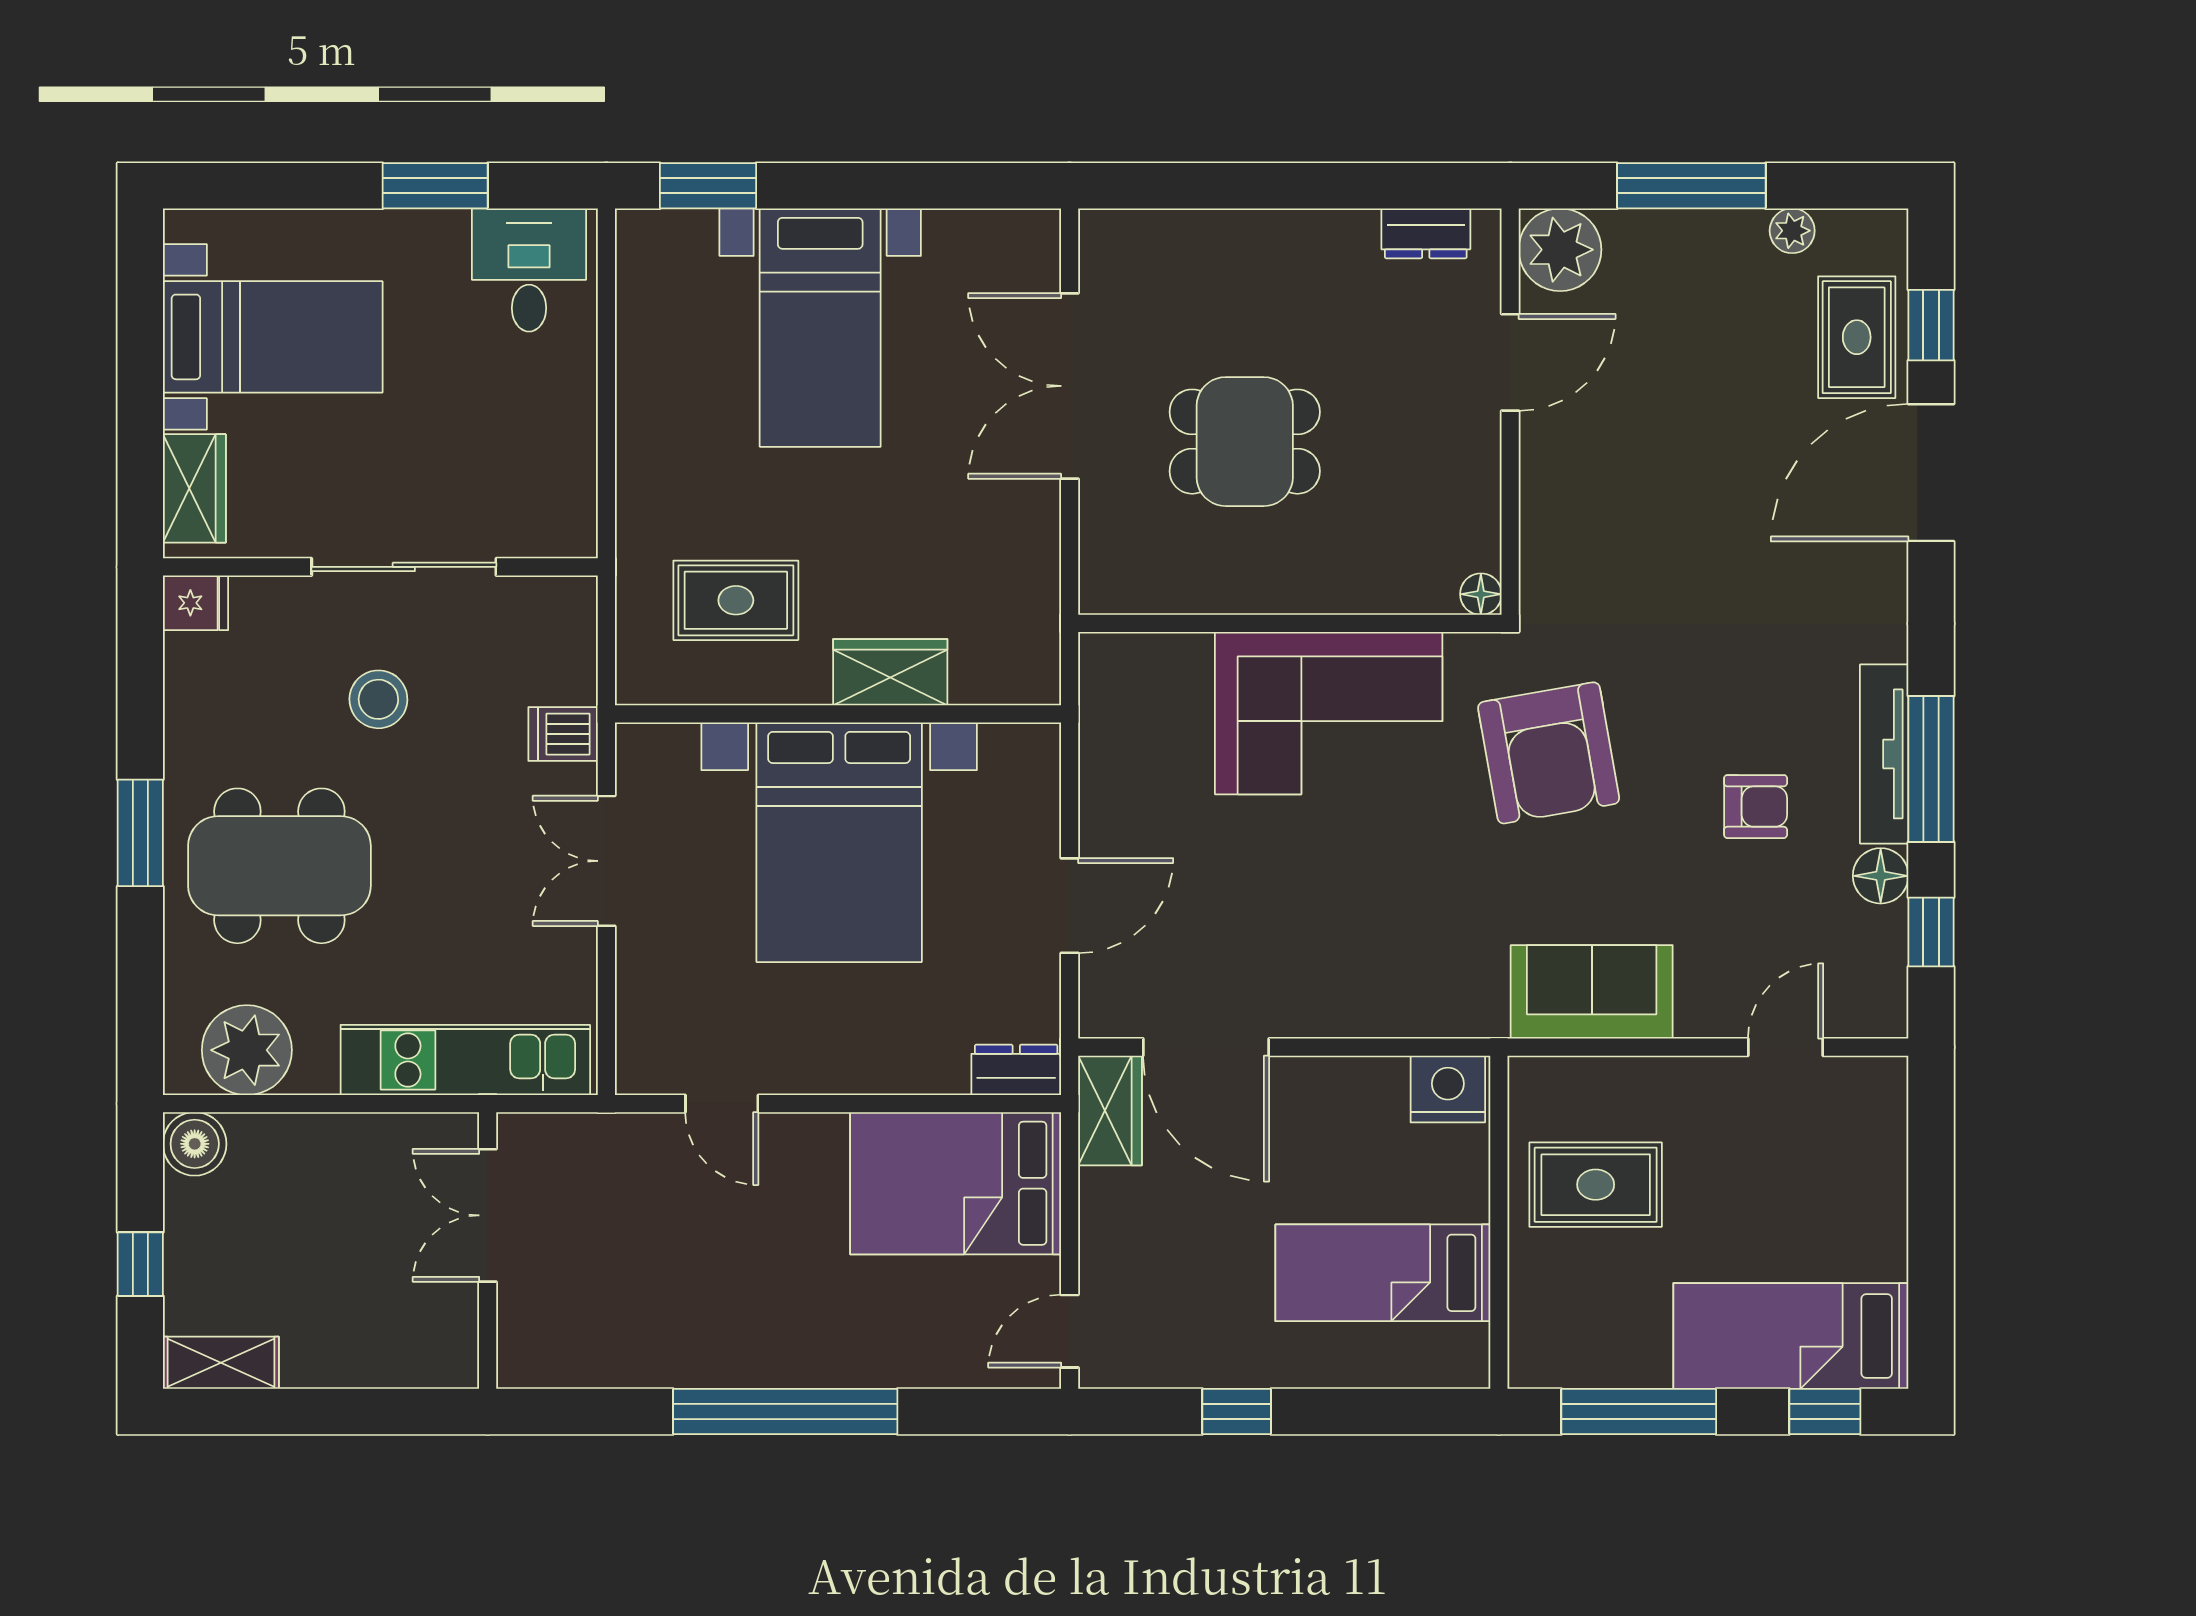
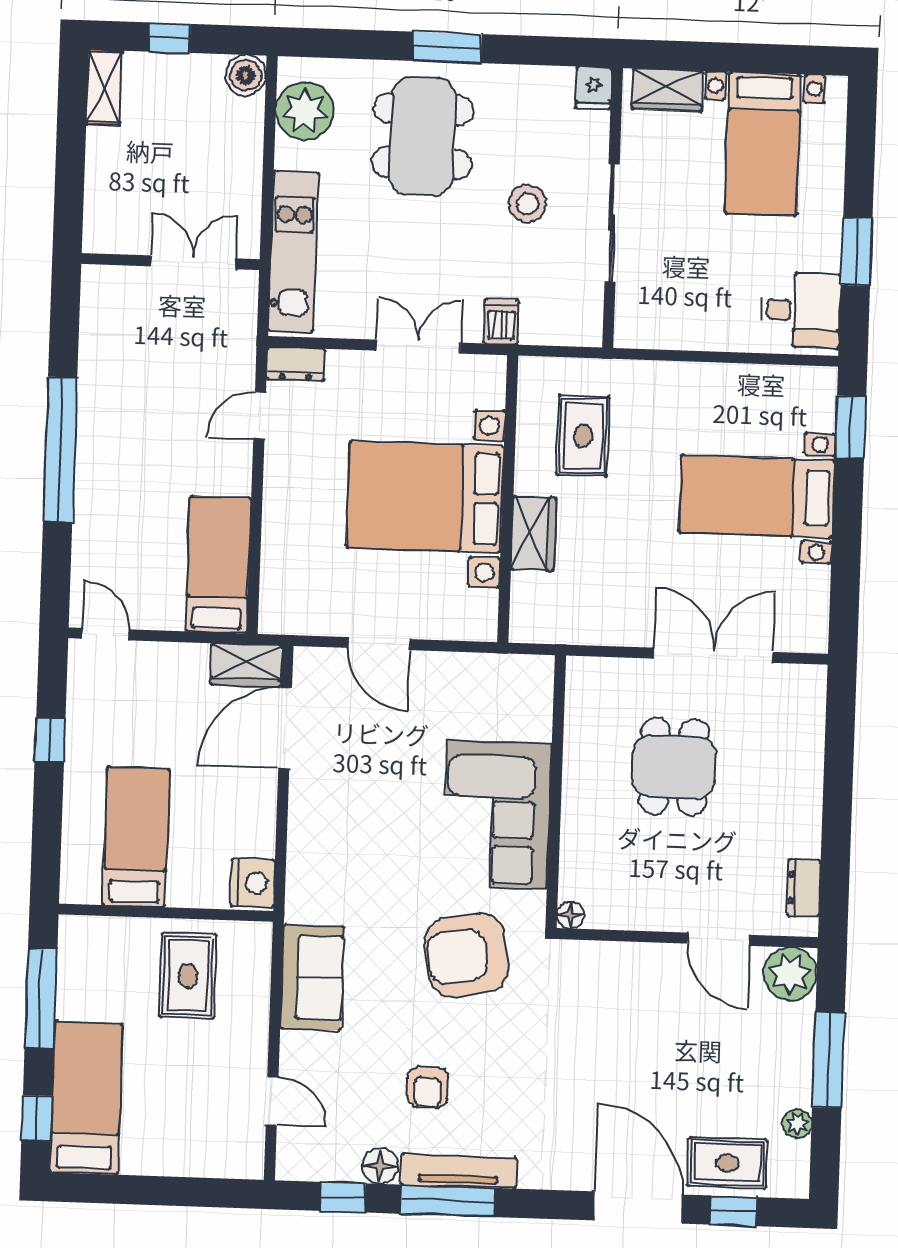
dresser: (1016, 1070) -> (296, 364), moved, turned 90
bed: (956, 1183) -> (218, 565), width x0.67

